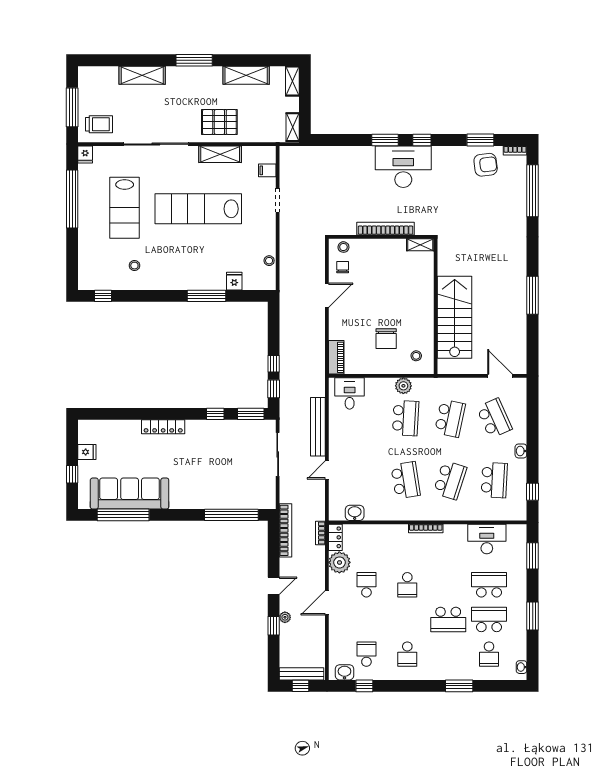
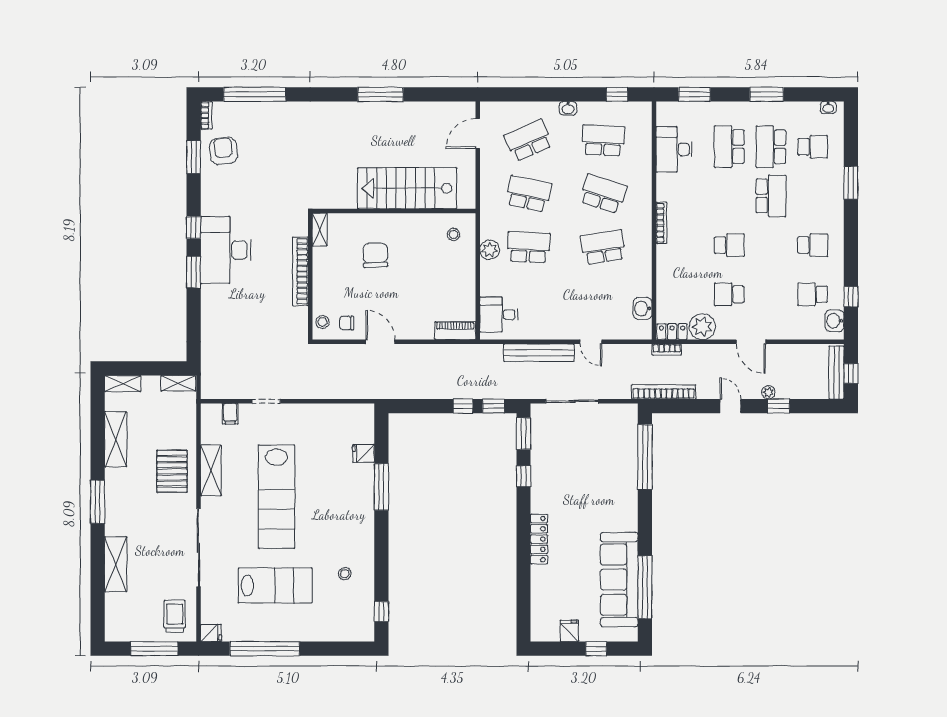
stool: (269, 261) -> (339, 412), removed
chair: (386, 339) -> (375, 255), moved, turned -92

